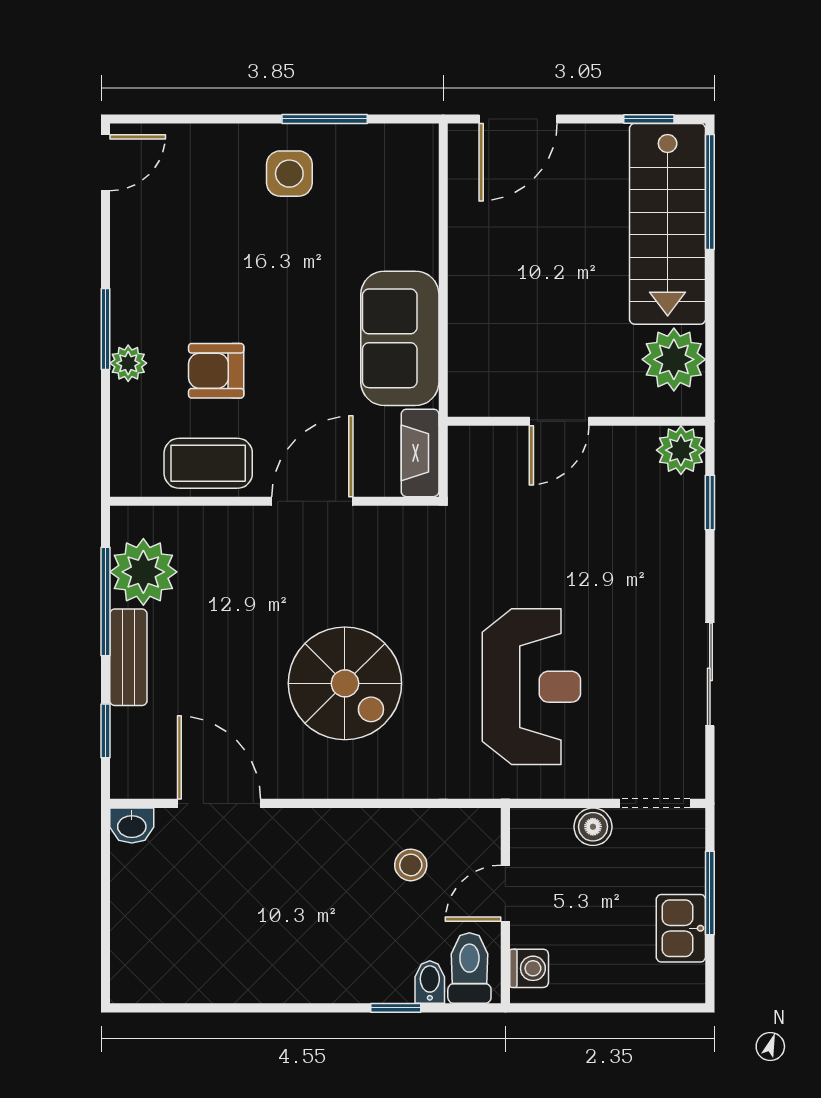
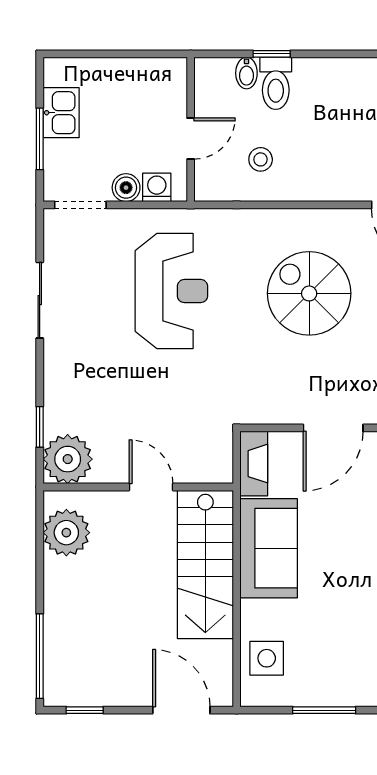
door: (518, 119) -> (181, 710), hinge flipped
side table: (289, 174) -> (267, 658), moved
stairs: (668, 224) -> (205, 564), moved, turned 180
door: (559, 421) -> (151, 487), hinge flipped
plant: (681, 450) -> (68, 459), width x1.36, depth x1.36
reception desk: (531, 687) -> (171, 291), turned 180
toilet: (469, 968) -> (276, 83), moved
washing machine: (529, 968) -> (157, 187), moved, turned 90

